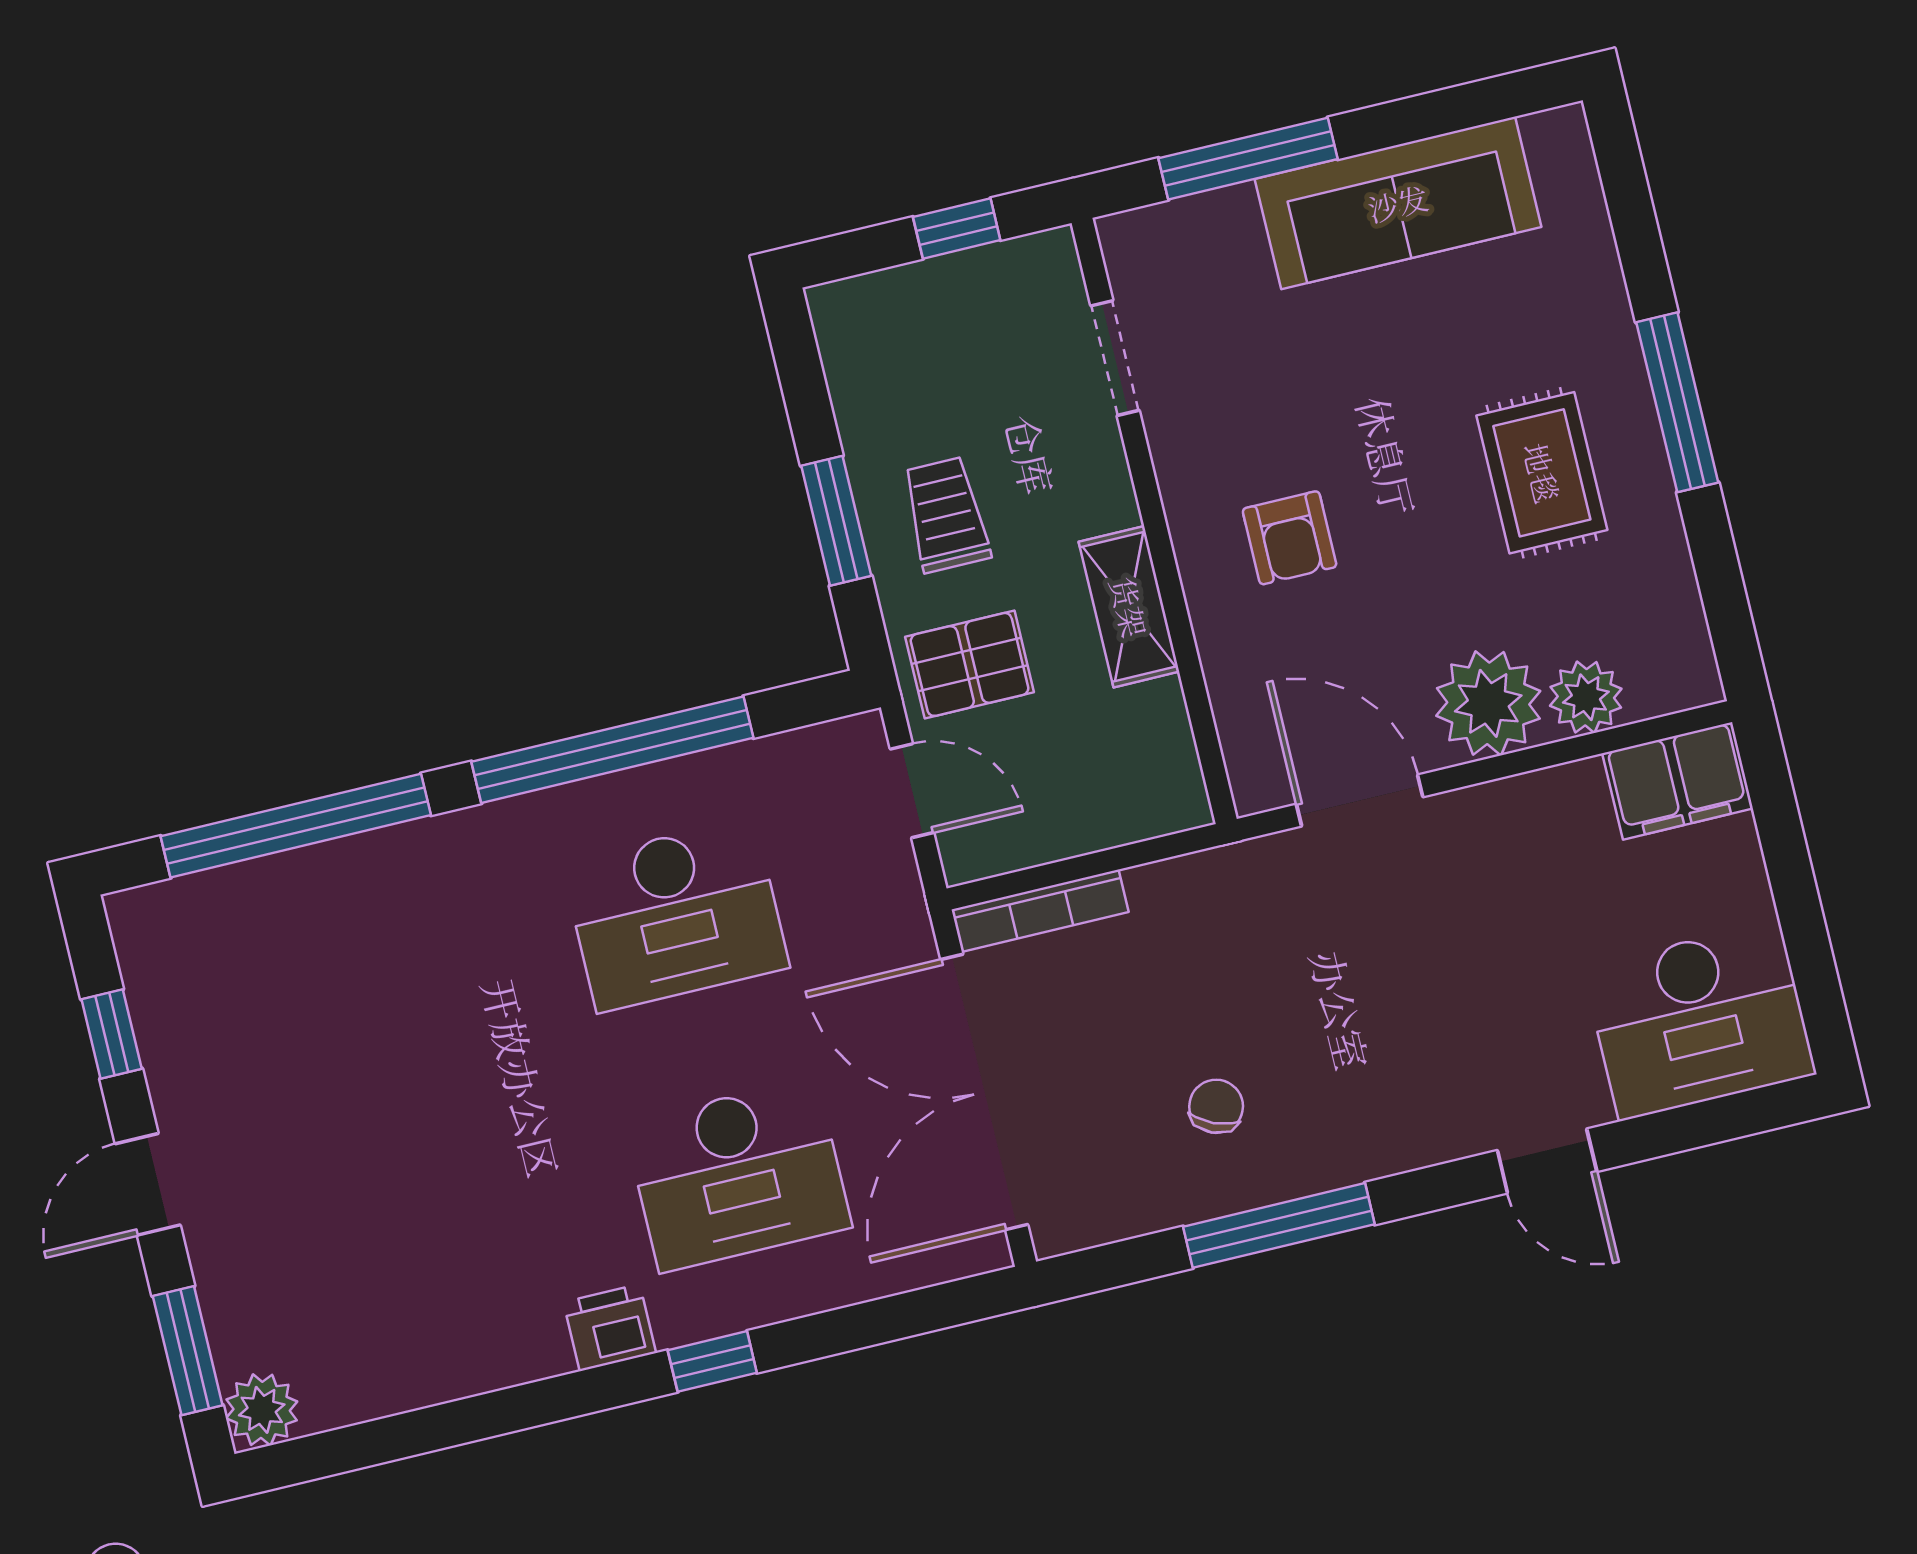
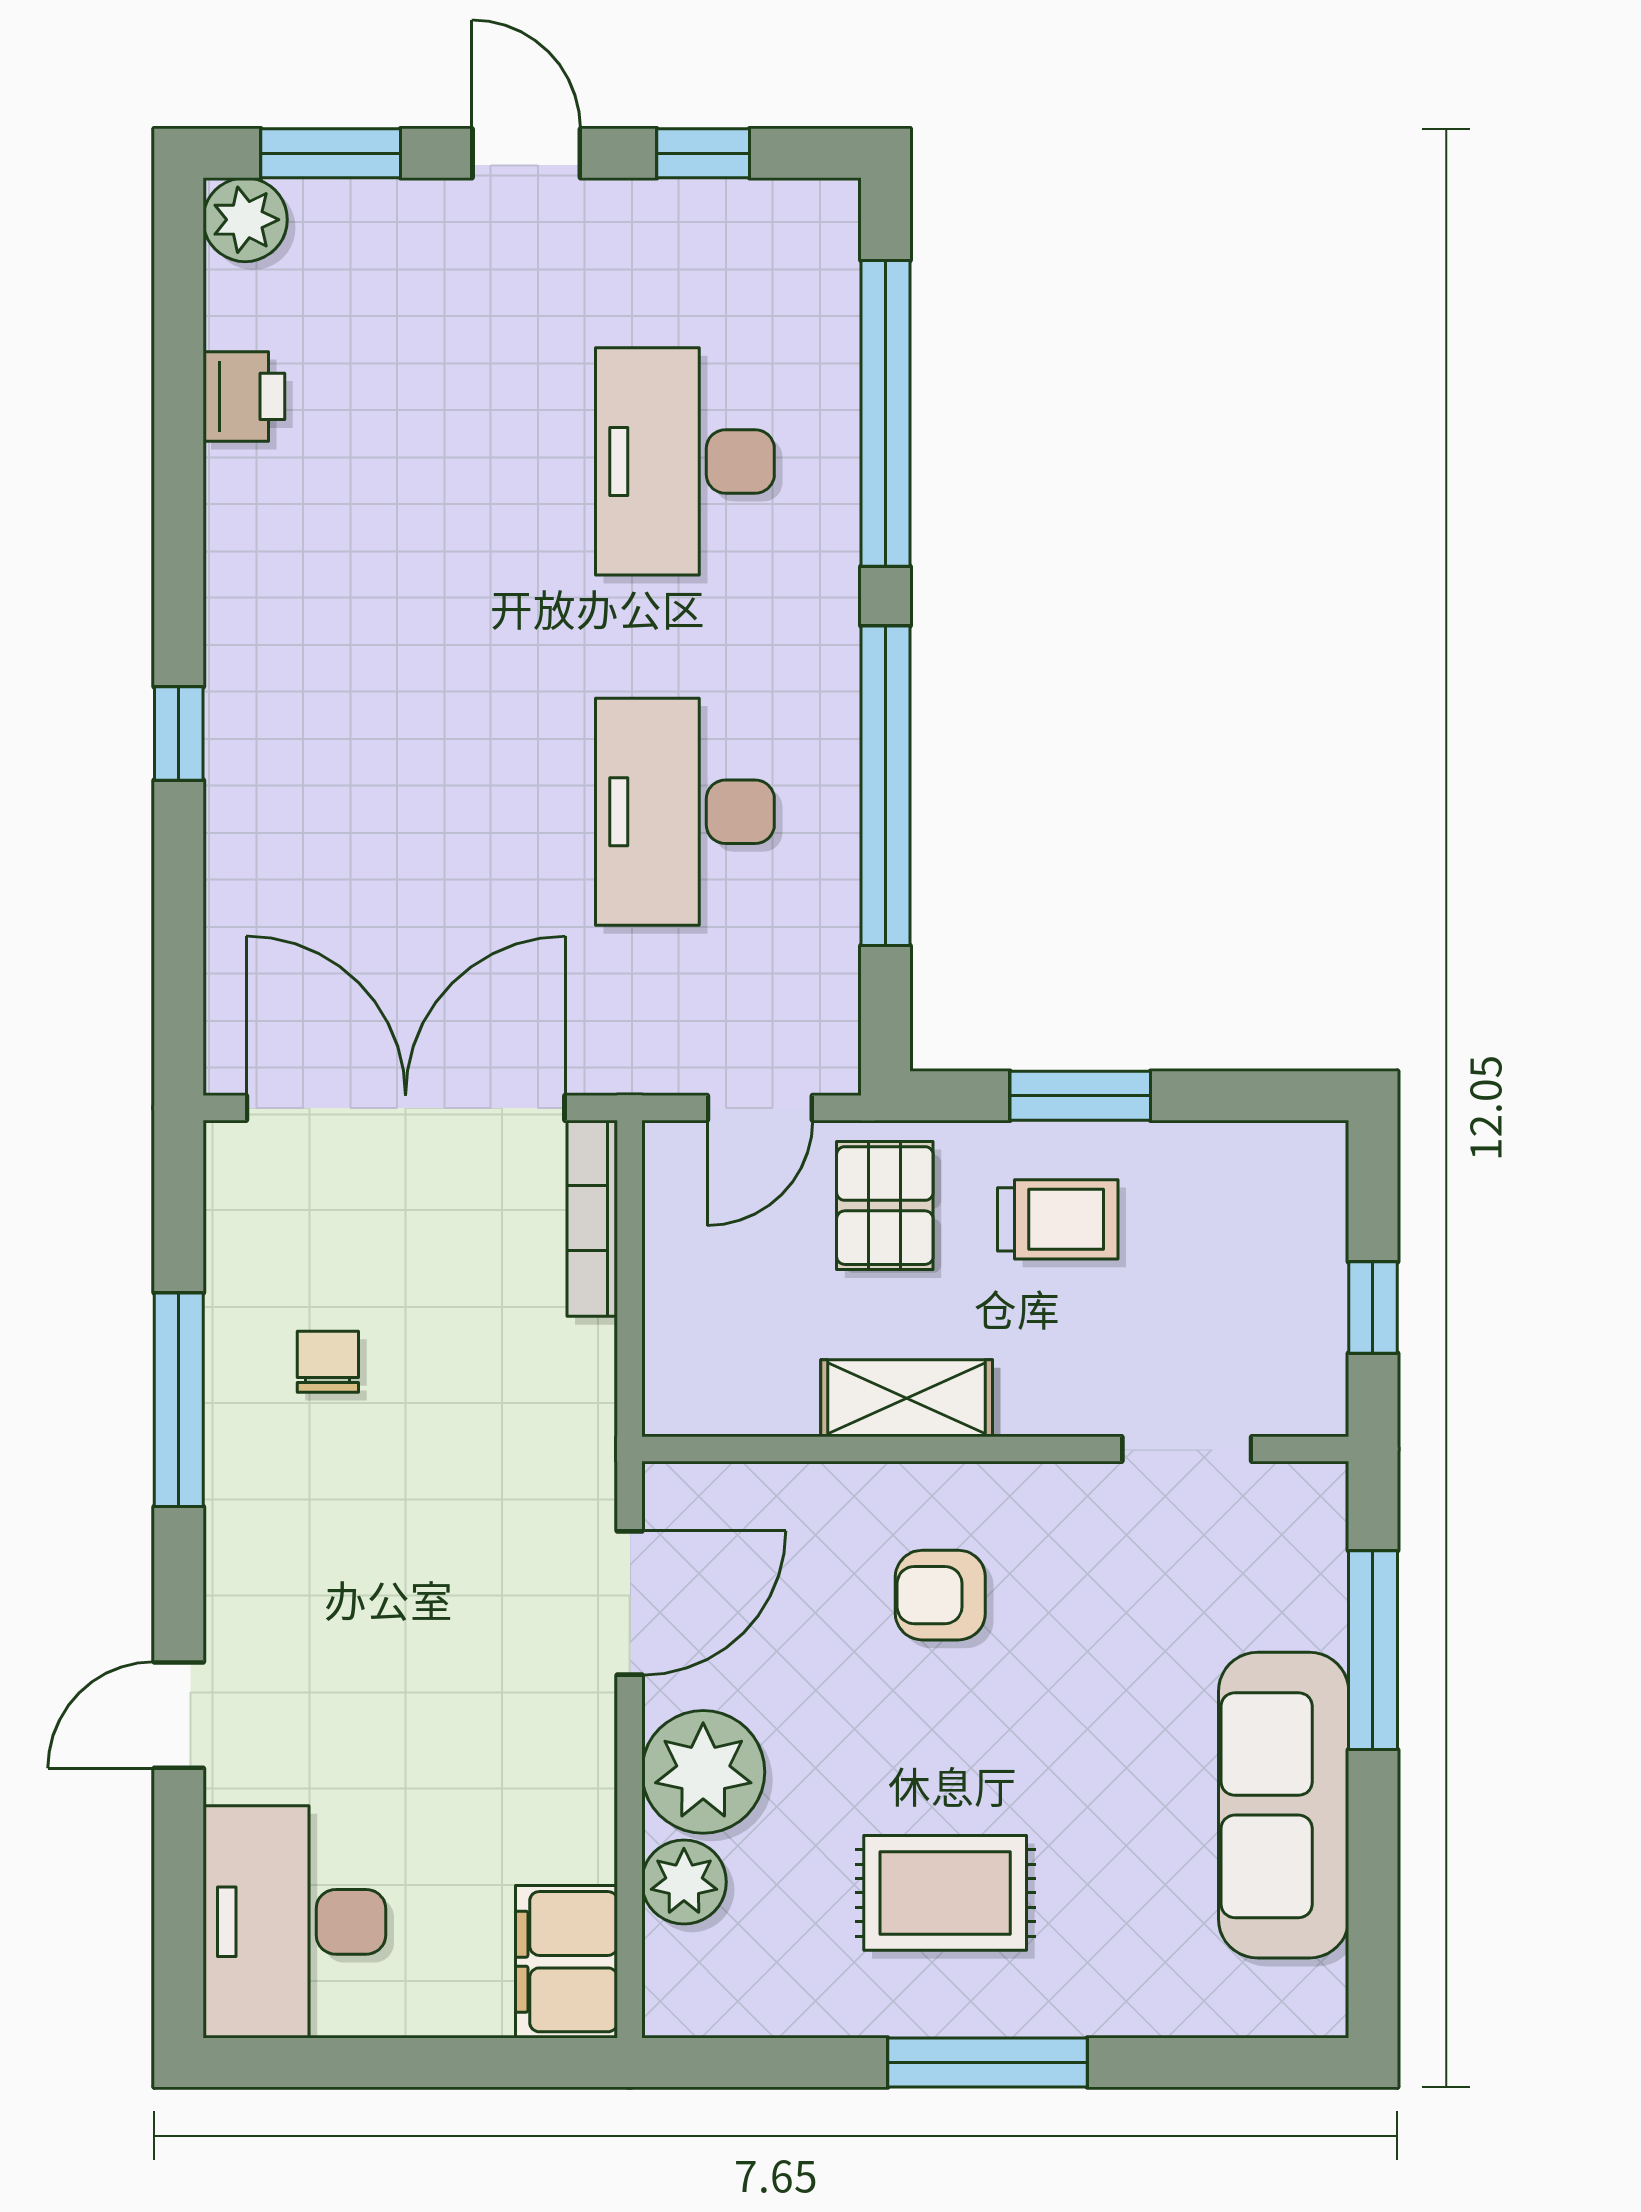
chair: (1216, 1106) -> (328, 1362), turned -113
desk: (738, 1175) -> (685, 461), moved
printer: (610, 1327) -> (244, 396), moved

